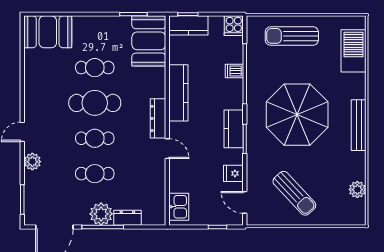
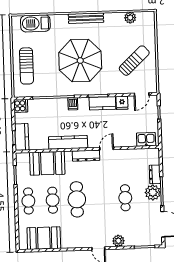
booth: (48, 32) -> (44, 238), moved, turned 90
booth: (149, 41) -> (47, 163), moved
dishwasher: (234, 71) -> (73, 104), moved
kitchen counter: (234, 129) -> (102, 103), moved
cafe table: (95, 138) -> (28, 201), moved

